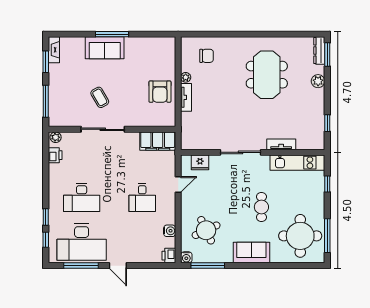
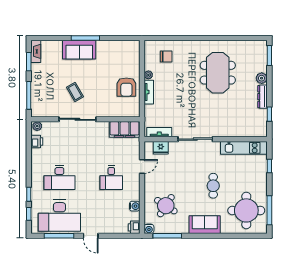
dresser: (319, 51) -> (263, 97), moved
tv unit: (281, 144) -> (159, 132), moved
round table: (206, 230) -> (166, 206), turned -32

